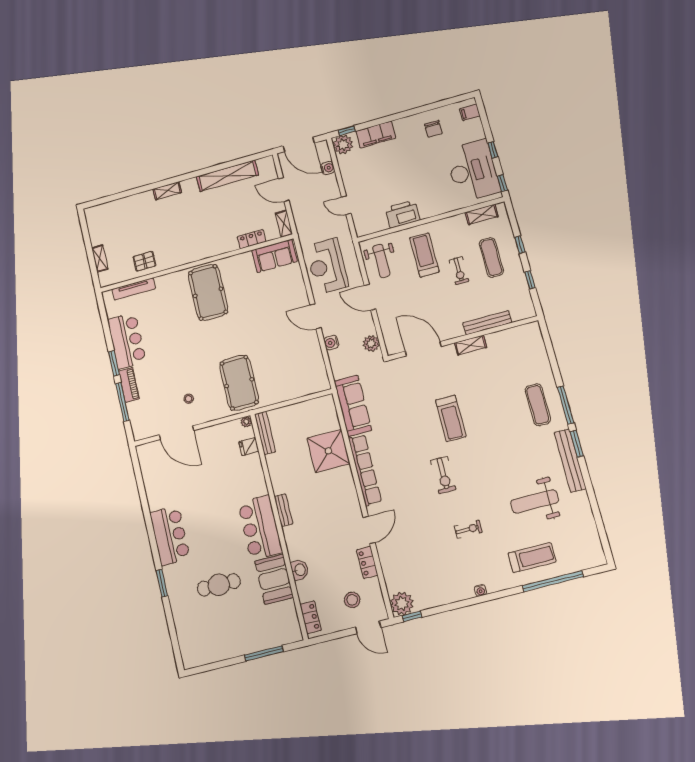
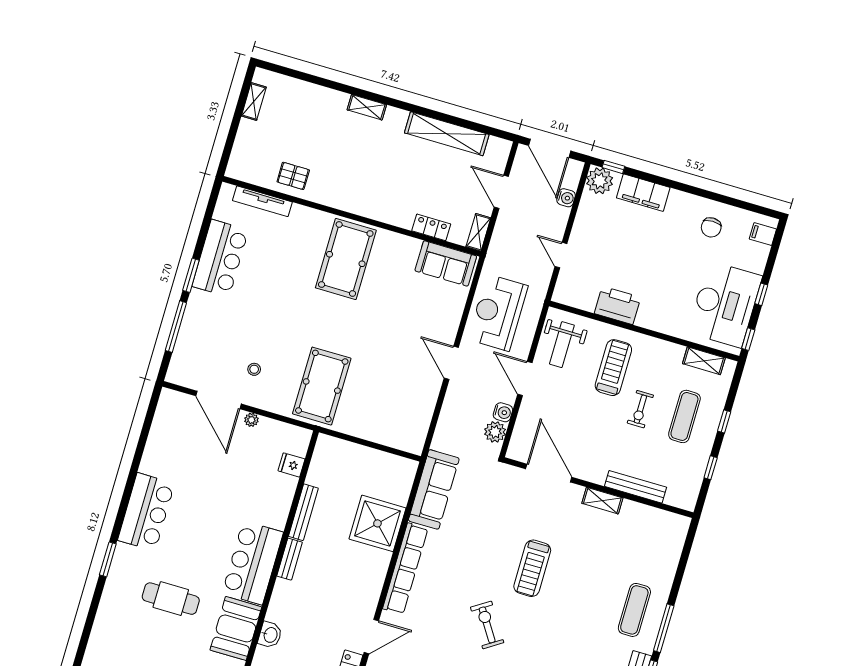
shelving: (100, 258) -> (254, 102), moved
water cooler: (331, 343) -> (503, 412), moved, turned 180
piano: (129, 385) -> (194, 311), removed
plant: (246, 422) -> (251, 420), moved
bench: (265, 433) -> (303, 512), moved
exercise bike: (443, 475) -> (487, 625), turned 147

